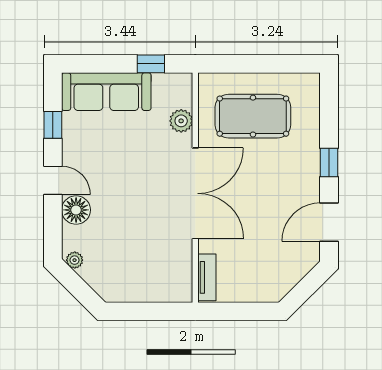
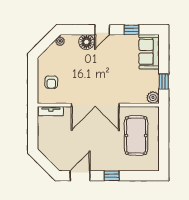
sofa: (106, 92) -> (149, 52), width x0.73
plant: (181, 121) -> (153, 98), moved
door: (329, 222) -> (80, 176), hinge flipped
armchair: (152, 276) -> (51, 82), added

